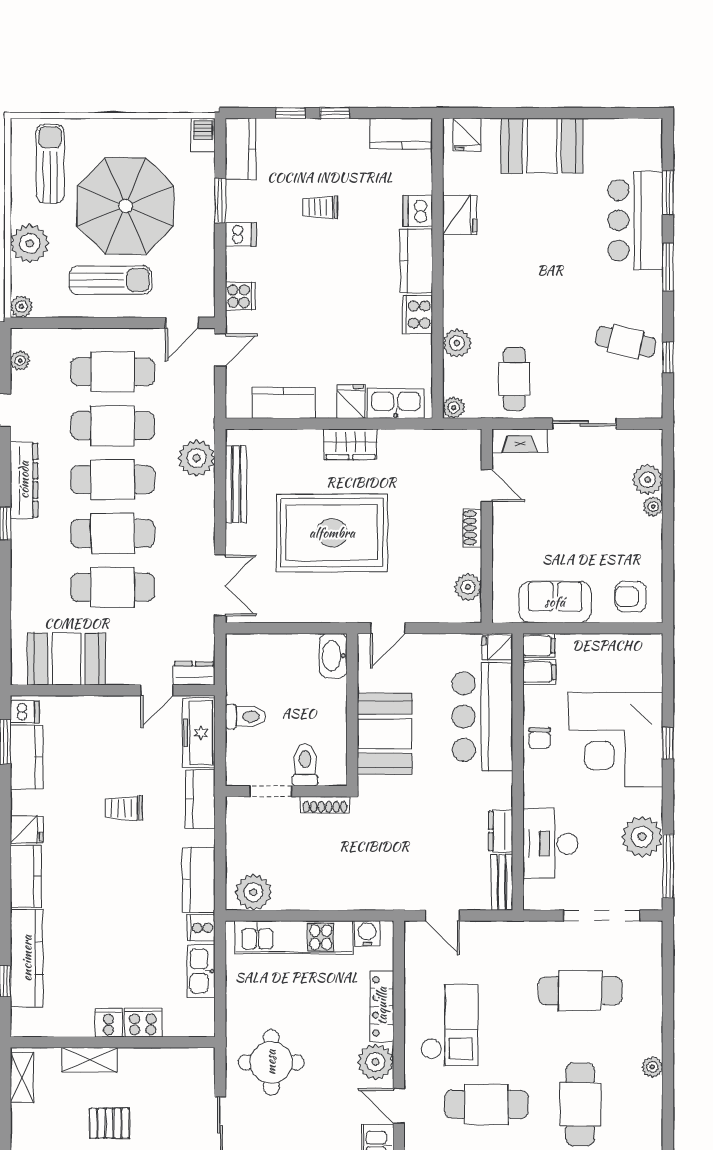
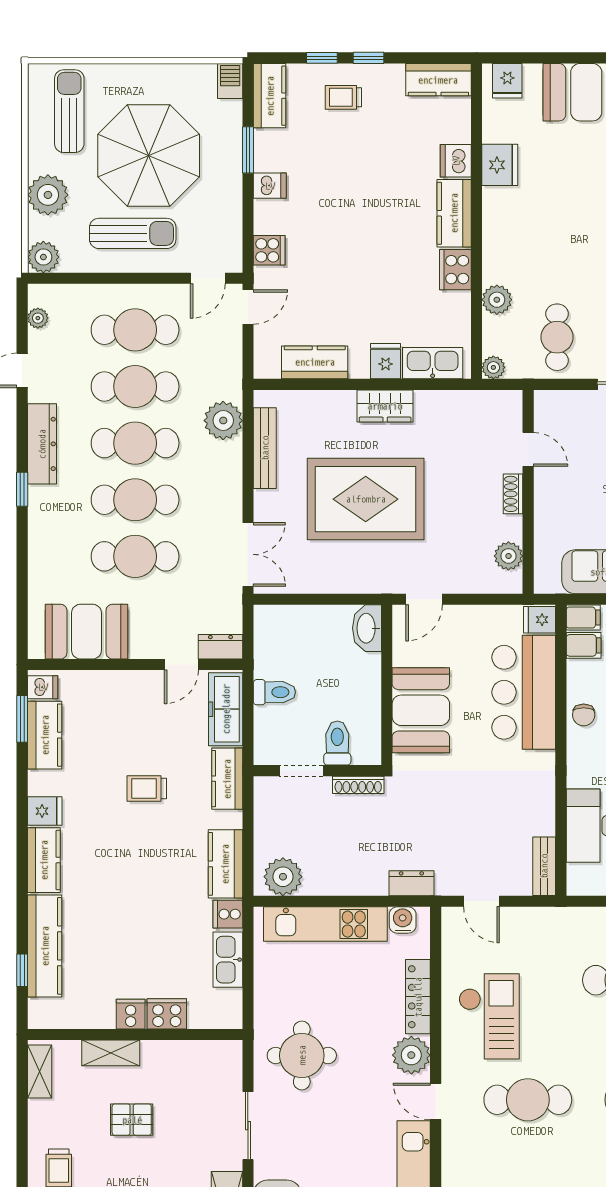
trolley: (320, 207) -> (343, 97), moved
plant: (21, 307) -> (43, 257), width x1.38, depth x1.38
fireplace: (520, 441) -> (563, 402), removed
dresser: (501, 831) -> (411, 883), moved, turned 90

